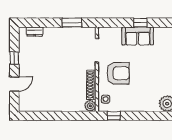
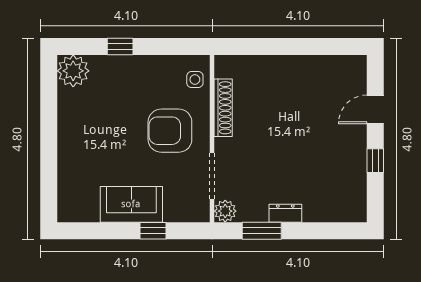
window: (140, 23) -> (153, 231), moved
dresser: (35, 32) -> (285, 213), moved
plant: (90, 106) -> (225, 211), moved
window: (114, 116) -> (120, 47), moved

